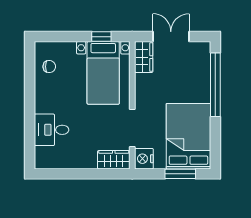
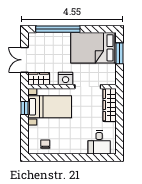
desk: (52, 130) -> (99, 142), moved
nightstand: (144, 159) -> (66, 79), moved
wardrobe: (114, 160) -> (110, 105), width x1.50

